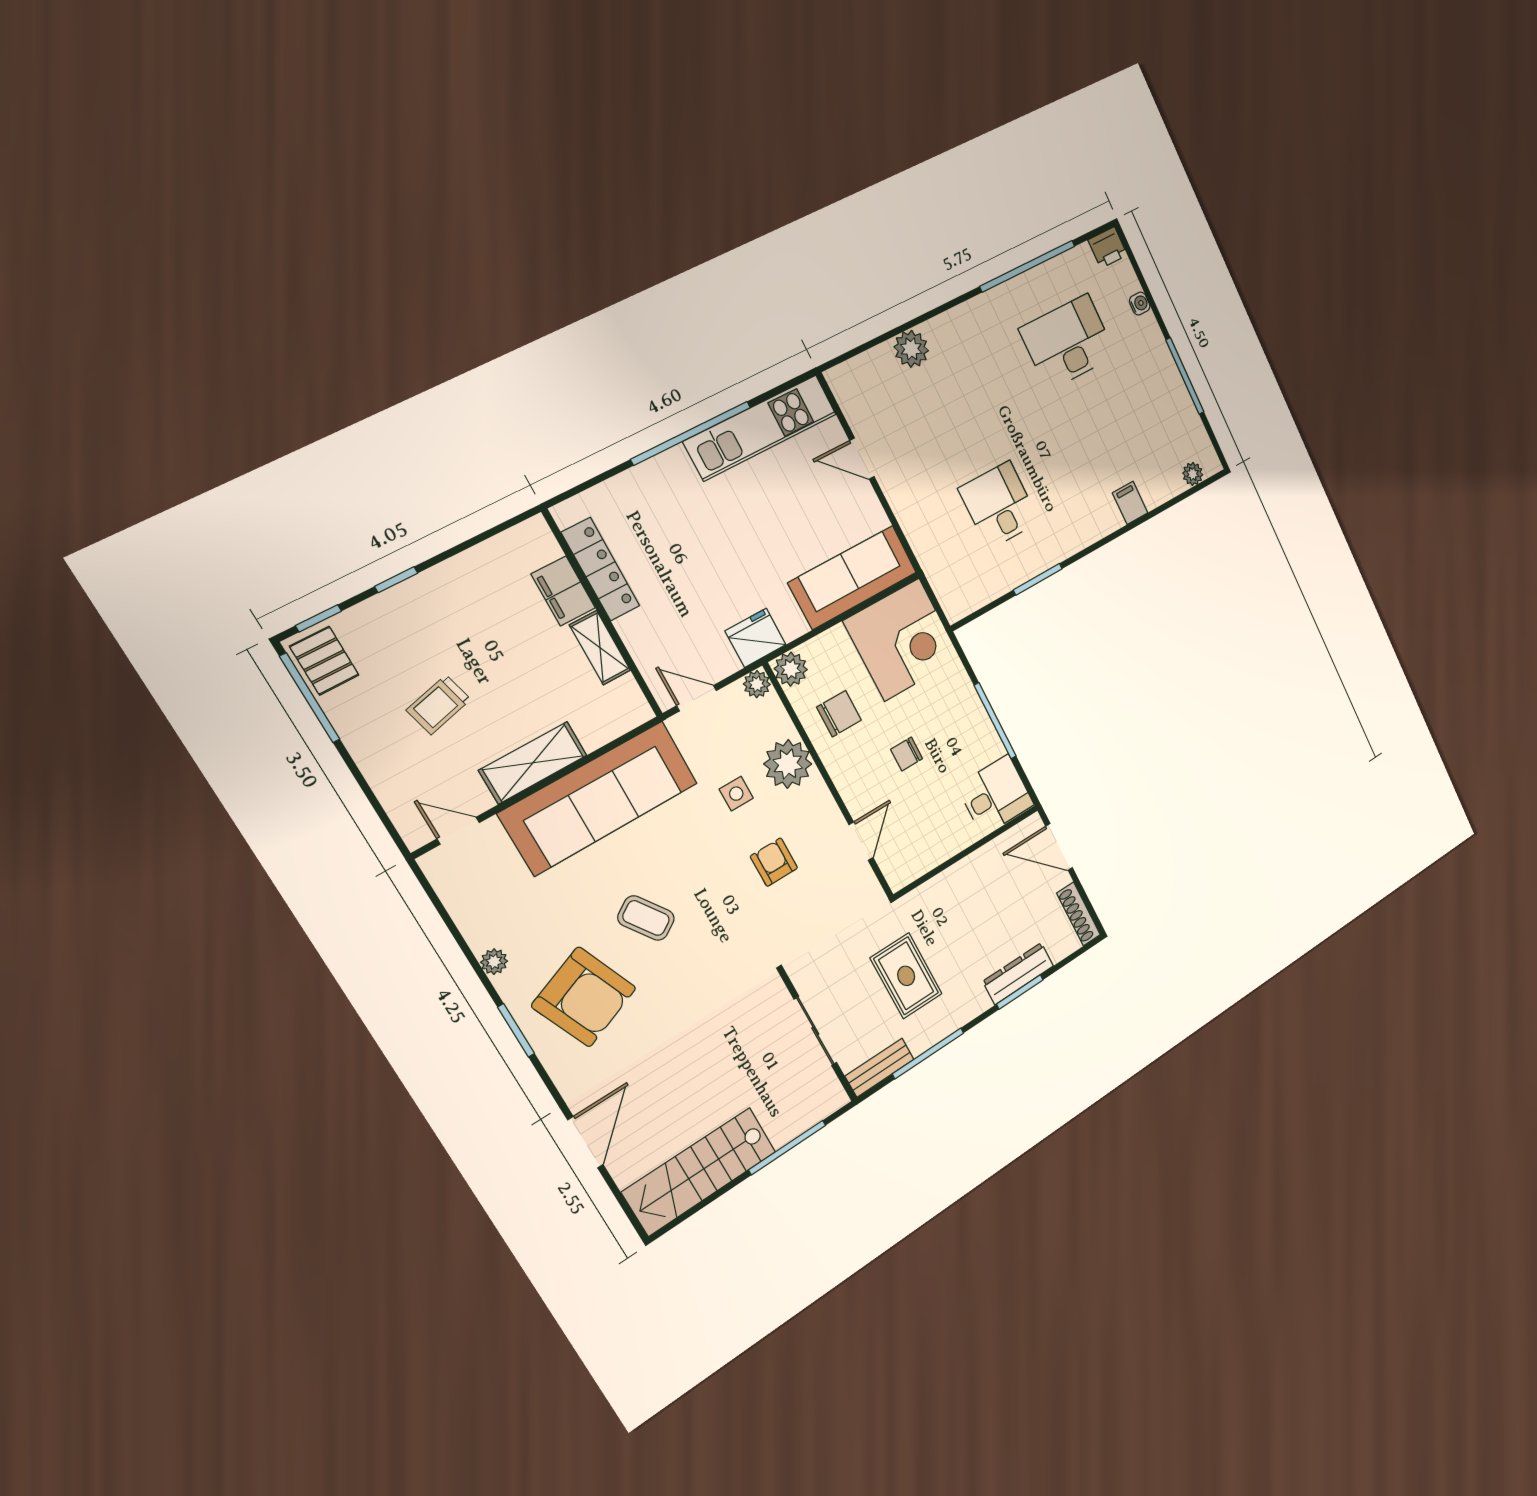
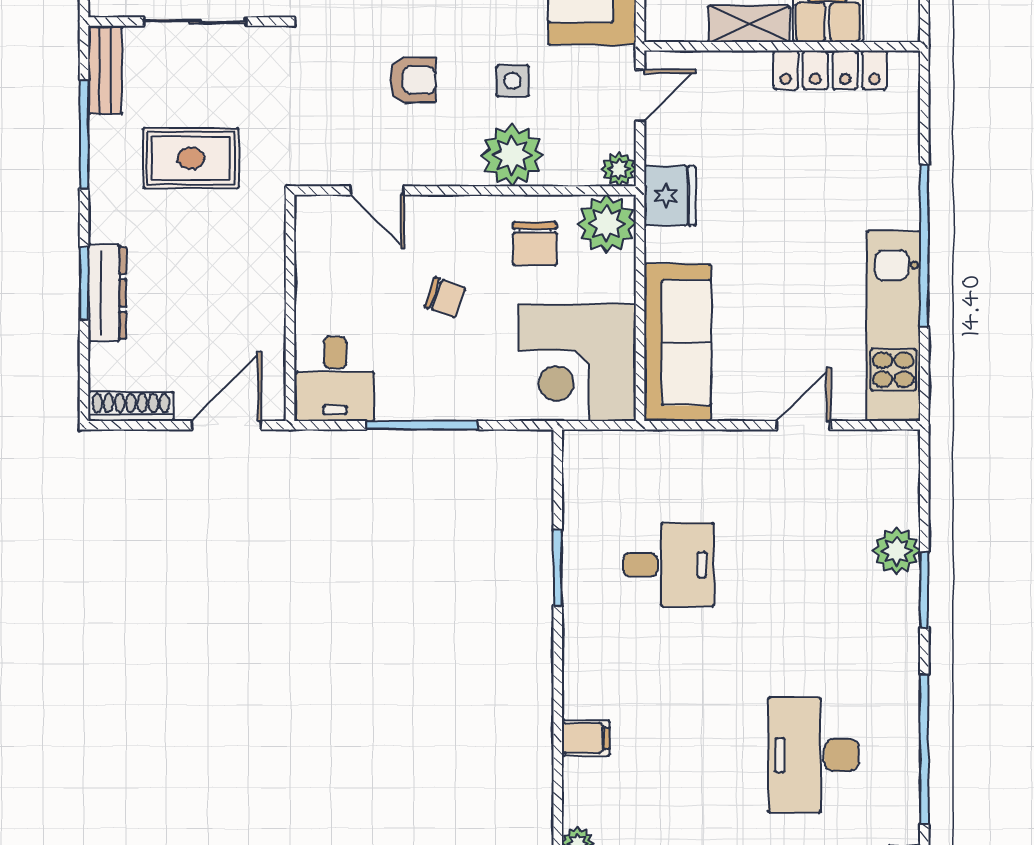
window: (927, 316) -> (924, 590), added
desk: (1068, 342) -> (813, 755), turned 180
plant: (791, 669) -> (607, 224), width x1.36, depth x1.36
chair: (907, 754) -> (445, 297), turned 110

